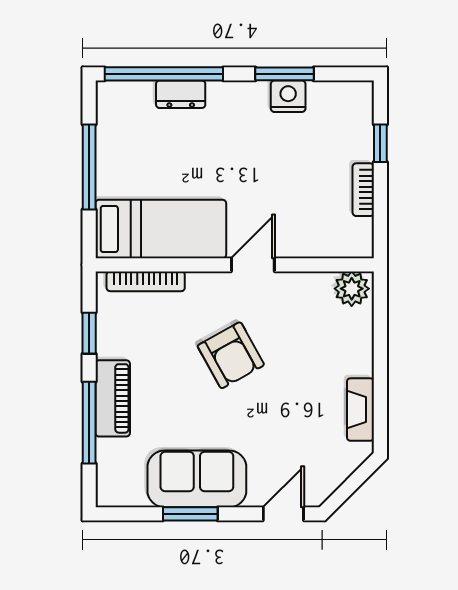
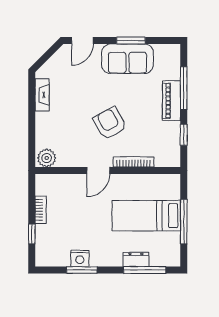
window: (164, 74) -> (145, 270), width x0.68
bed: (161, 229) -> (146, 216), moved
bookcase: (146, 281) -> (134, 162), moved

